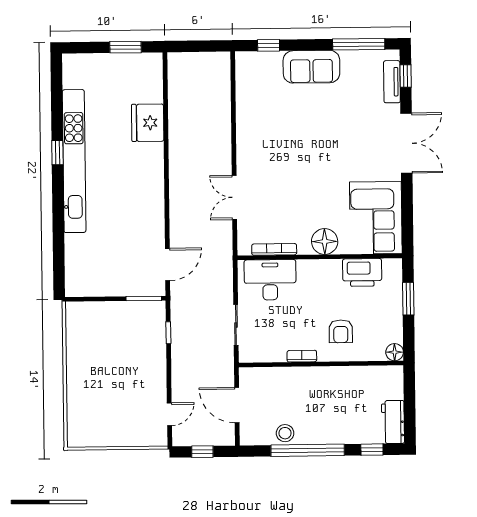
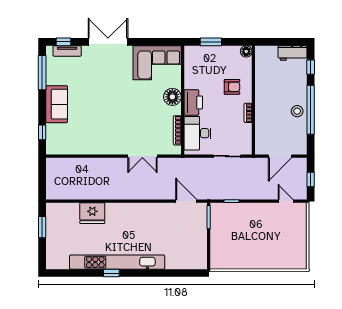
printer: (362, 272) -> (193, 102), moved
stool: (285, 433) -> (297, 111), moved

